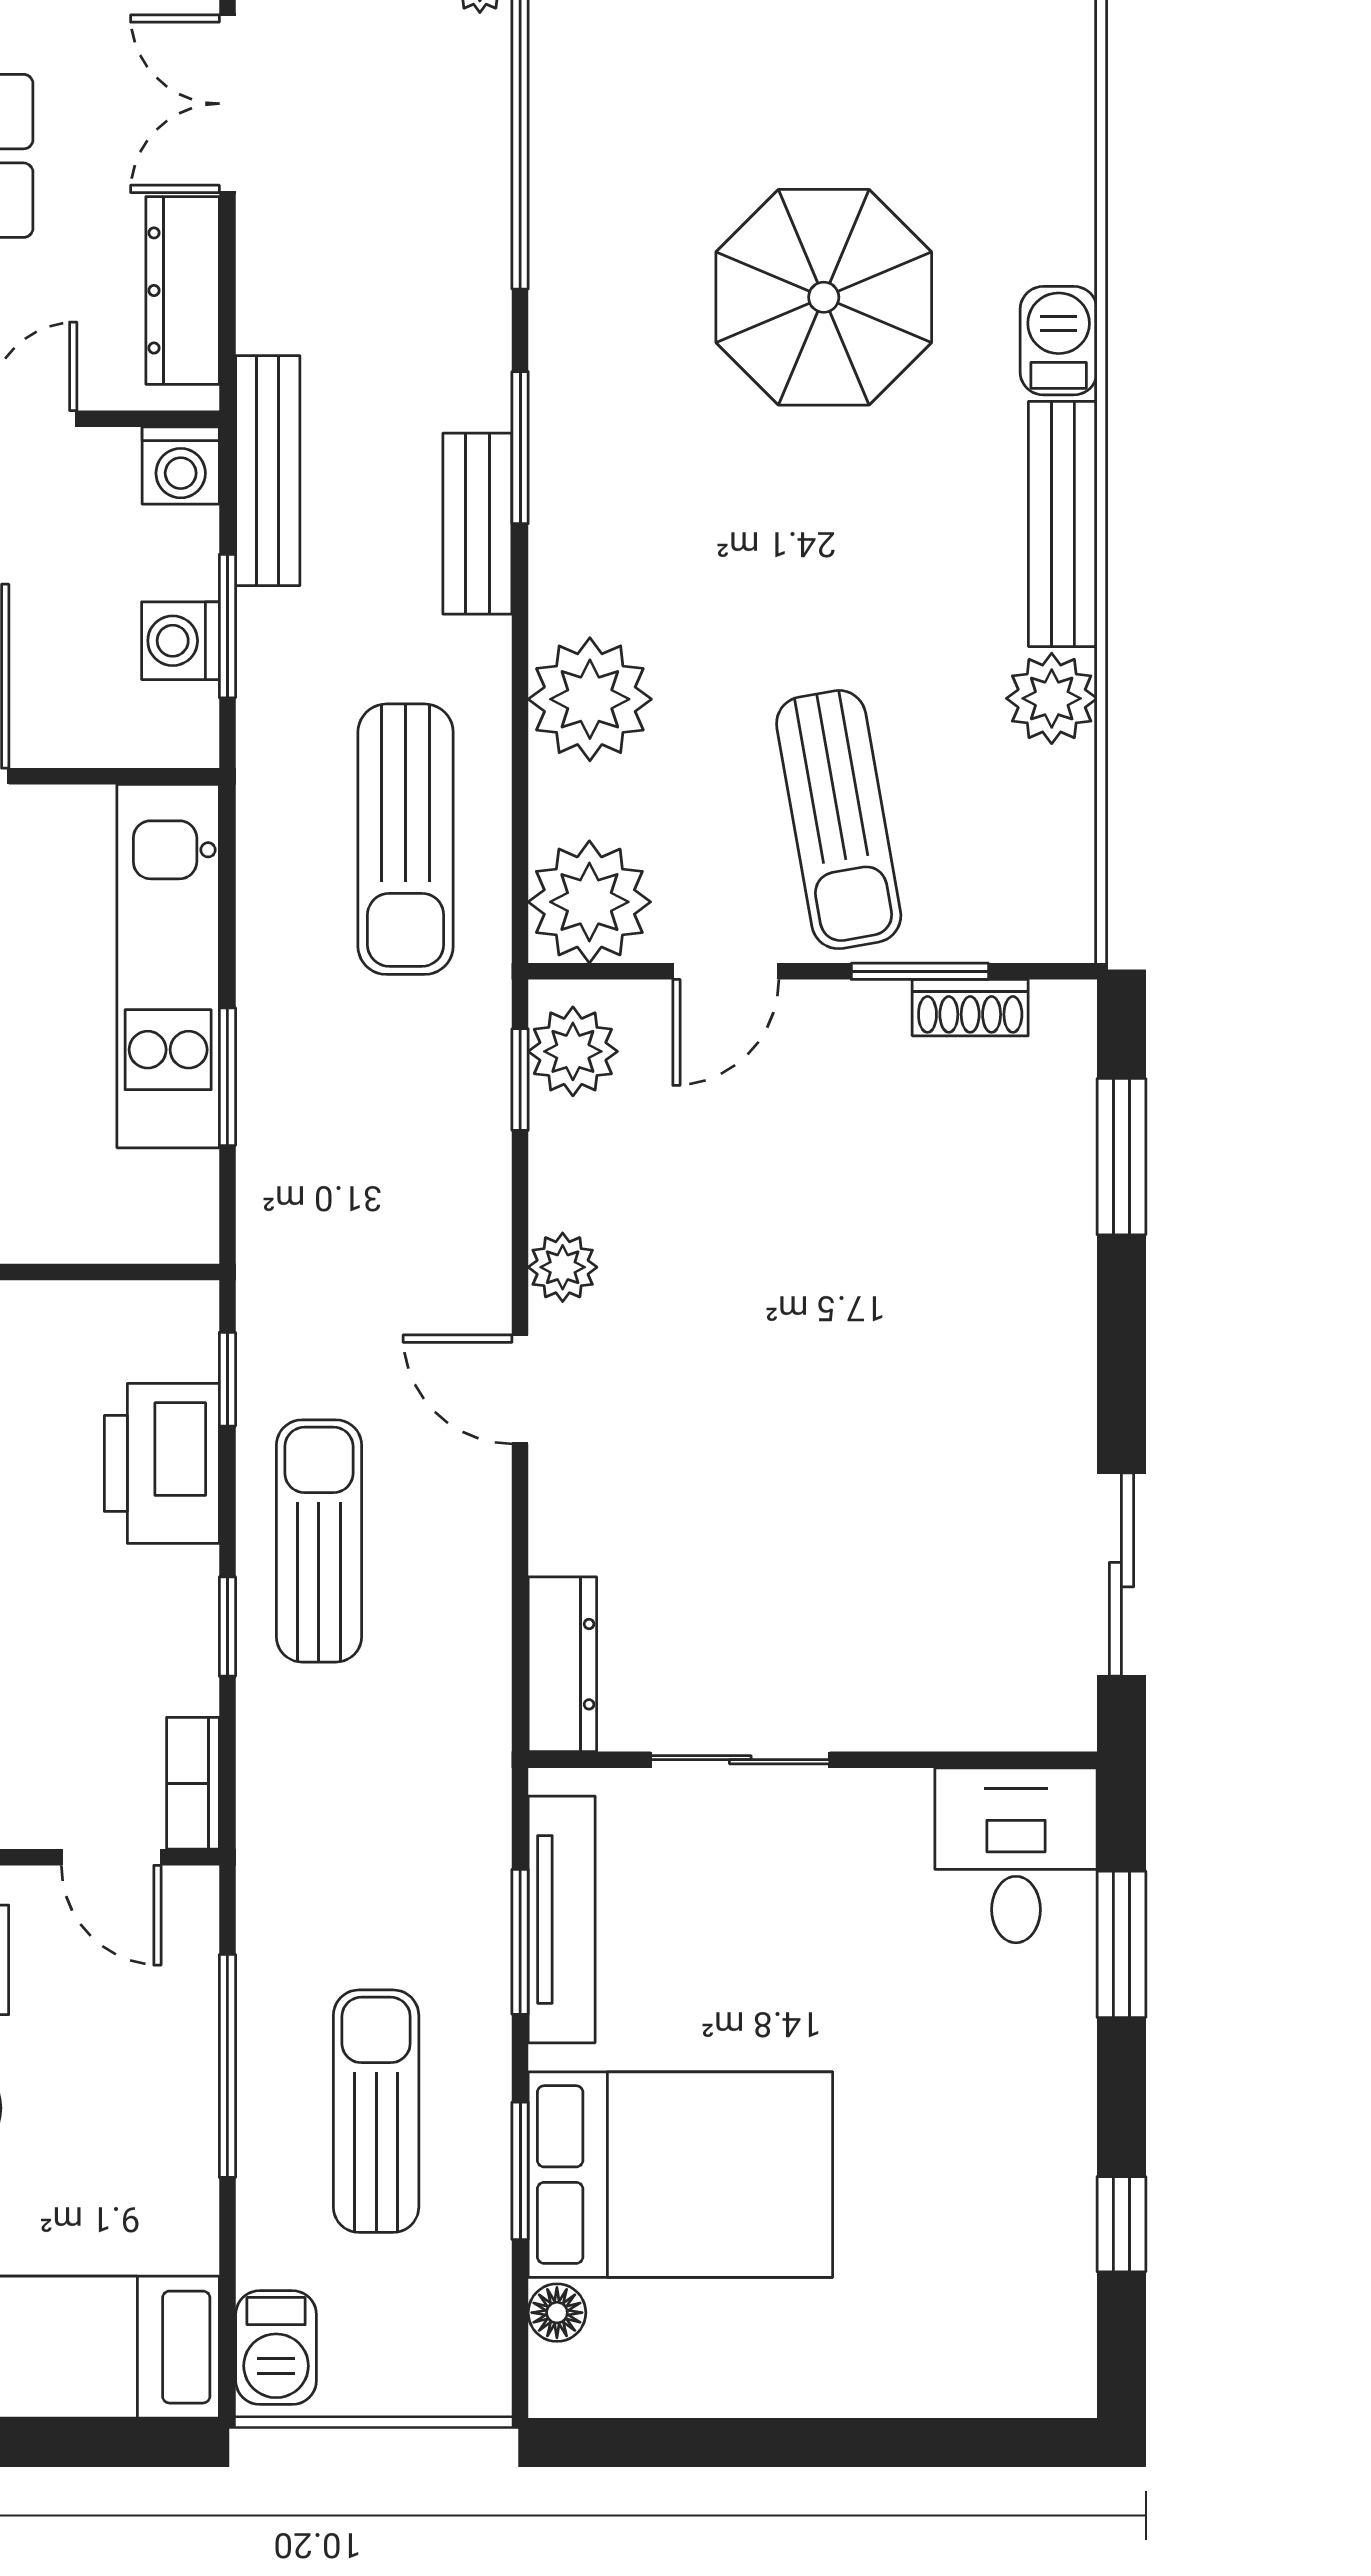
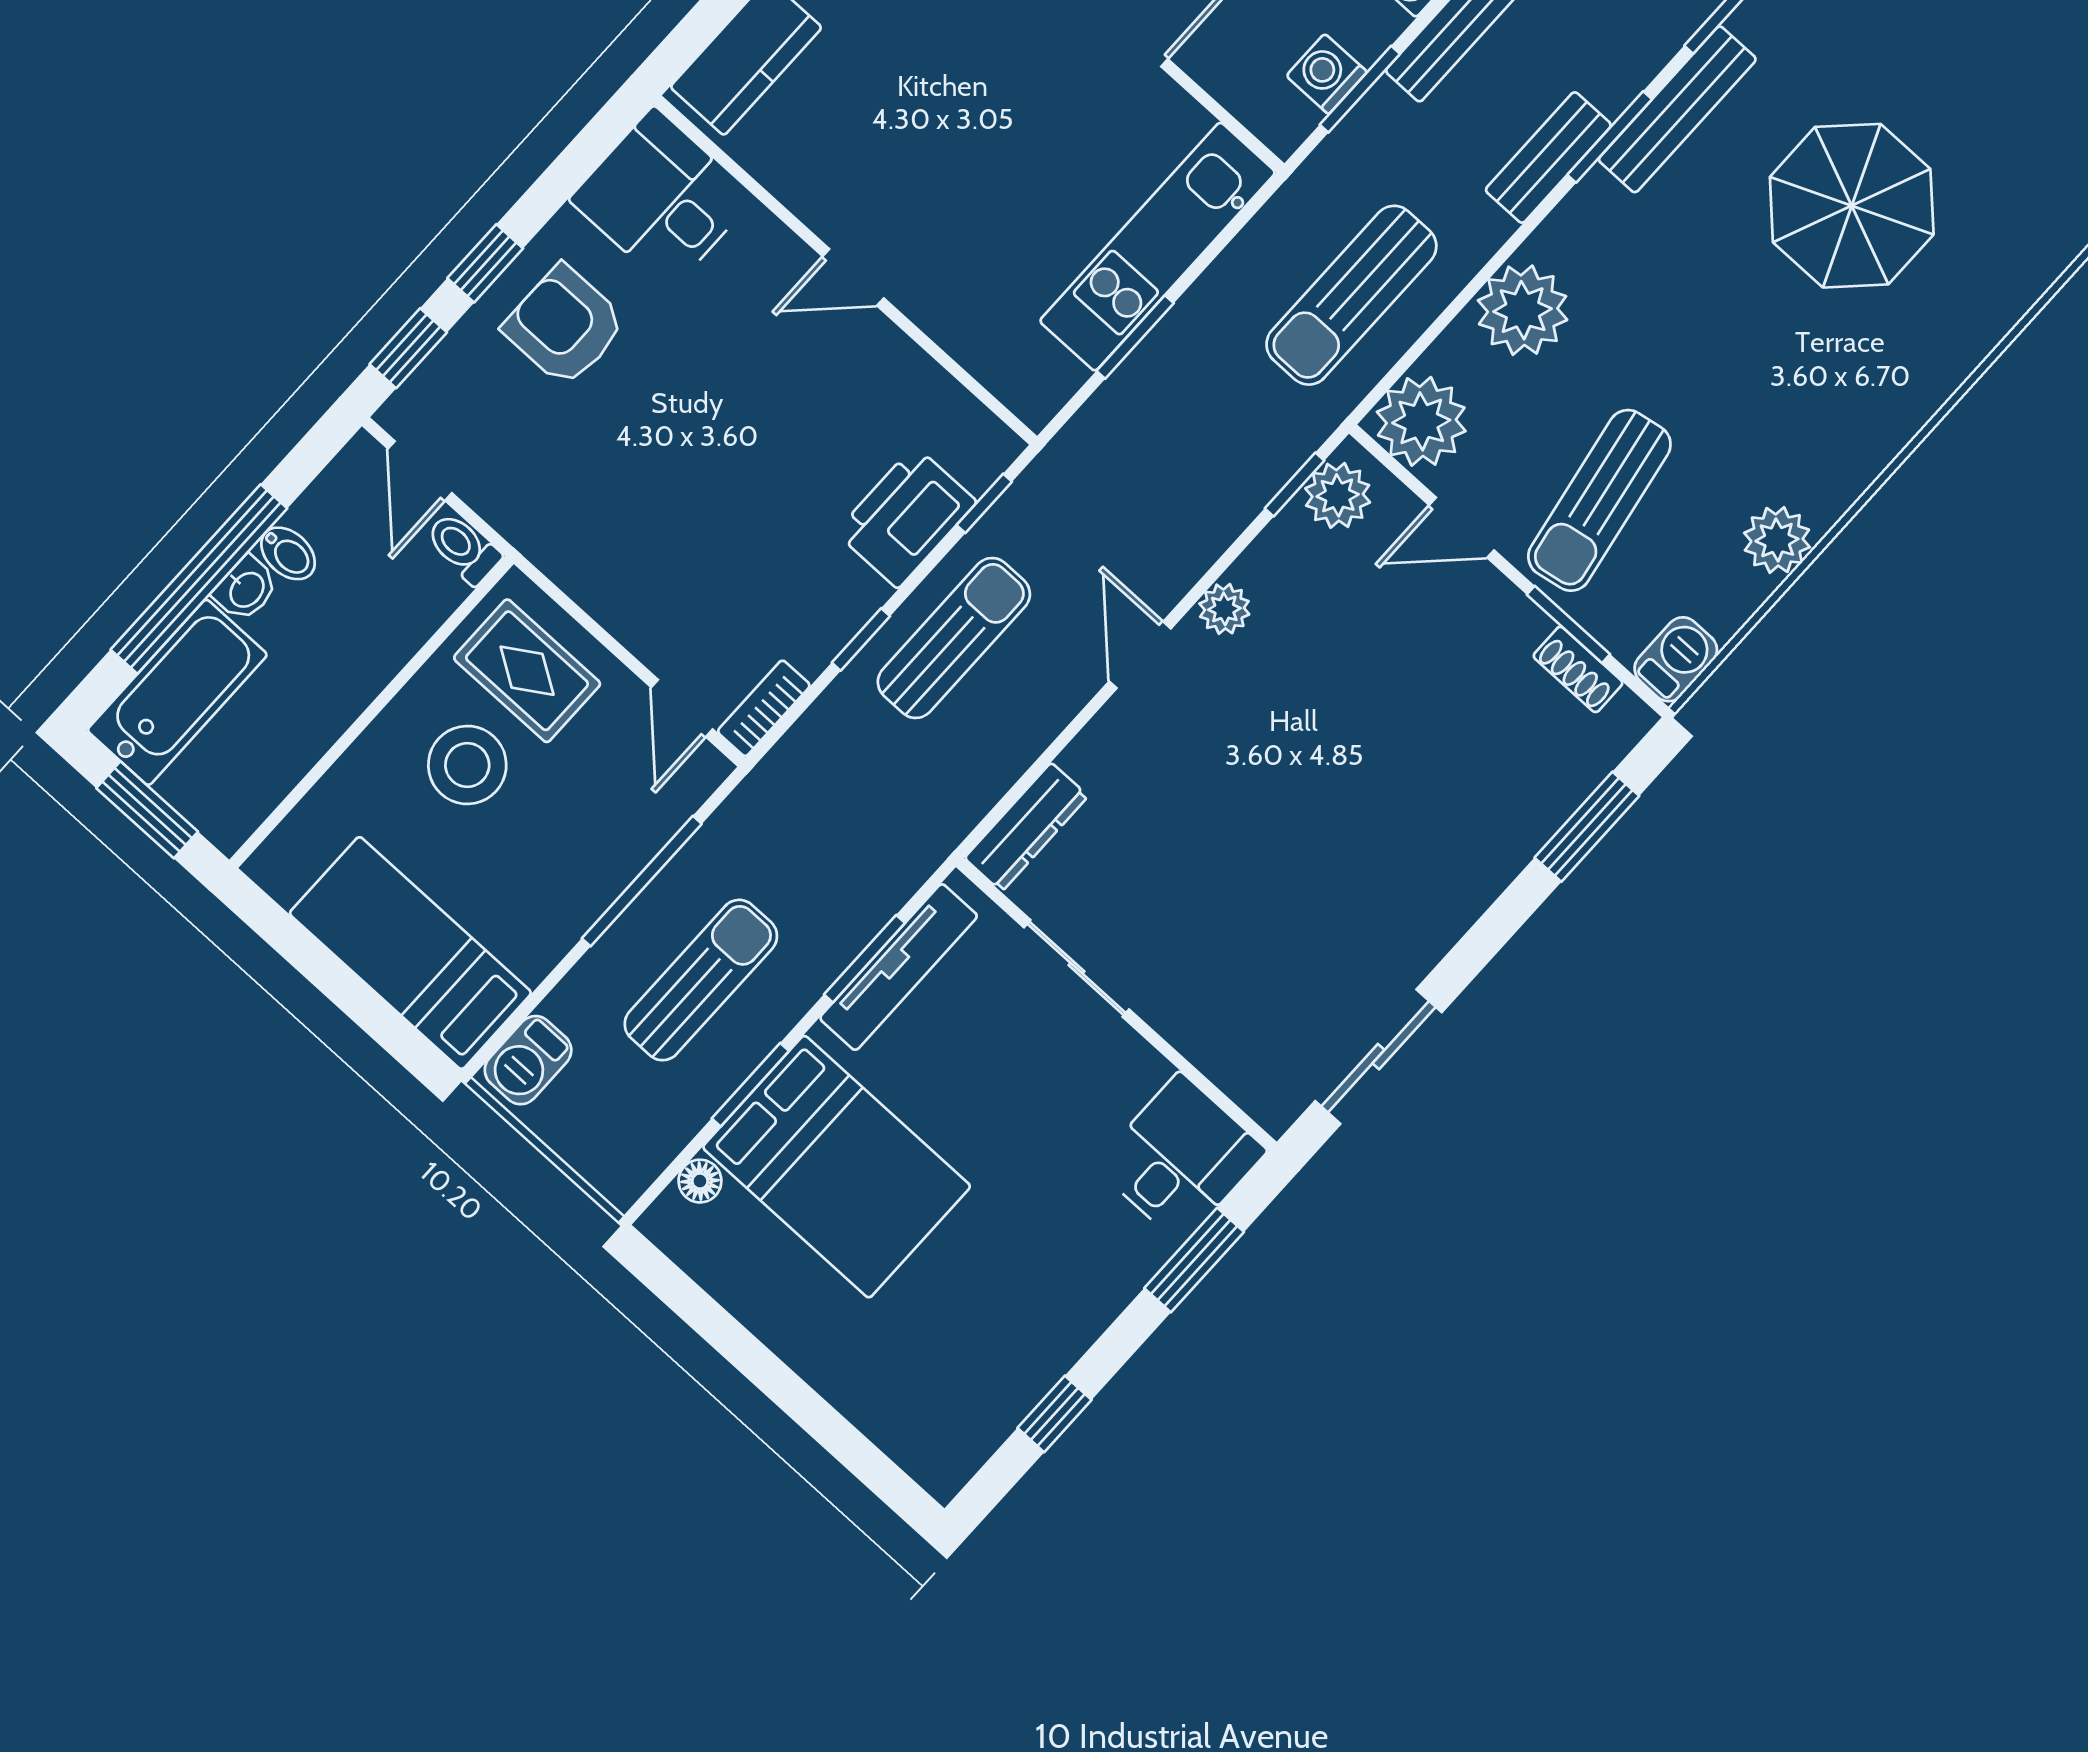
barbecue: (1059, 341) -> (1676, 659), moved
bench: (1063, 524) -> (1677, 109), moved

